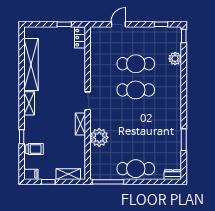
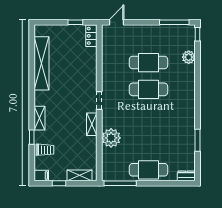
door: (118, 24) -> (117, 22), moved
window: (161, 24) -> (174, 22), width x2.17
shelving: (29, 103) -> (40, 118), moved

